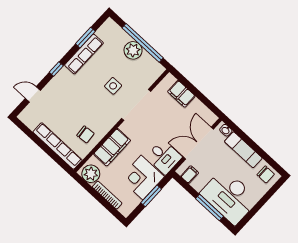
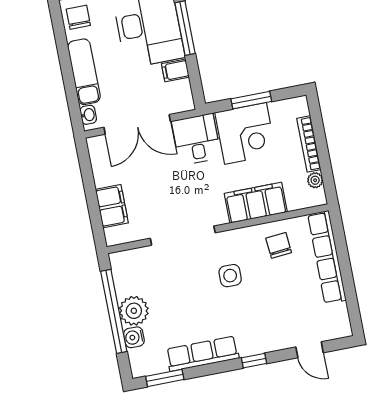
water cooler: (124, 37) -> (134, 337), added
window: (85, 38) -> (165, 378), moved
side table: (113, 86) -> (230, 276), moved
plant: (91, 174) -> (315, 180), width x0.53, depth x0.53
filing cabinet: (190, 175) -> (175, 70), moved

